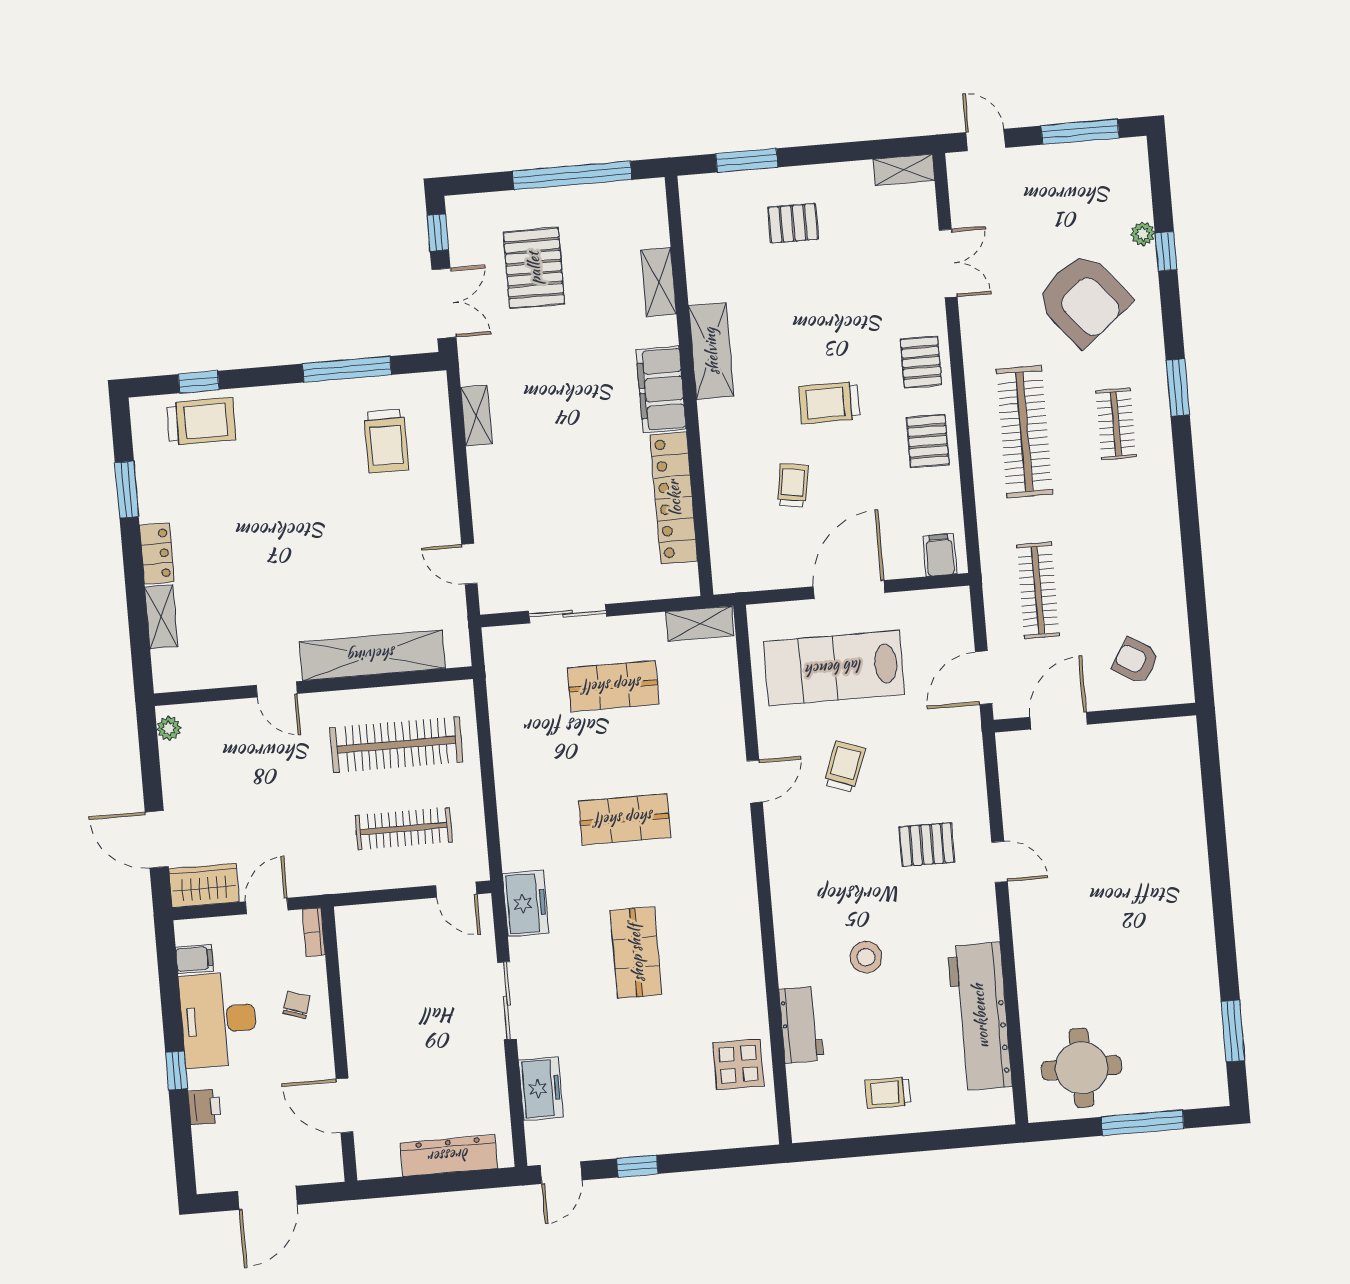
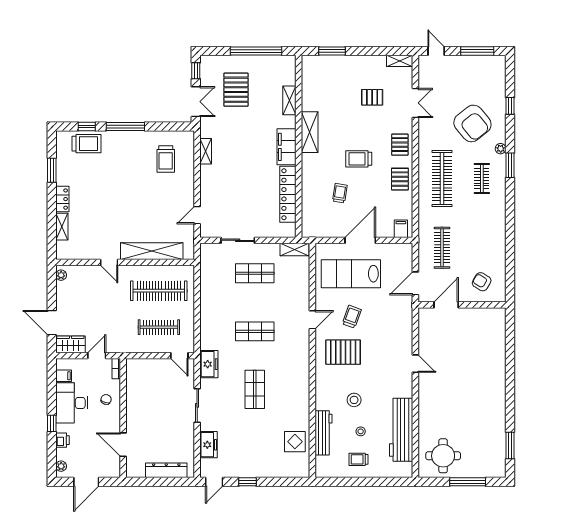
pallet: (793, 223) -> (372, 97), moved
plant: (1143, 234) -> (501, 149), moved
window: (347, 369) -> (125, 126), moved
door: (469, 564) -> (197, 215), hinge flipped
pallet: (927, 844) -> (343, 352), moved, width x1.50, depth x1.42
workbench: (801, 1025) -> (323, 433), width x1.38
stool: (887, 1028) -> (361, 431), added
plant: (207, 1167) -> (61, 466), added

